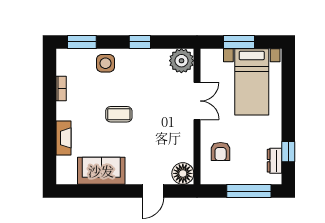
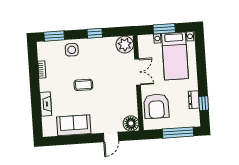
armchair: (221, 151) -> (156, 106), width x1.88, depth x1.88
dresser: (274, 161) -> (194, 100), moved

